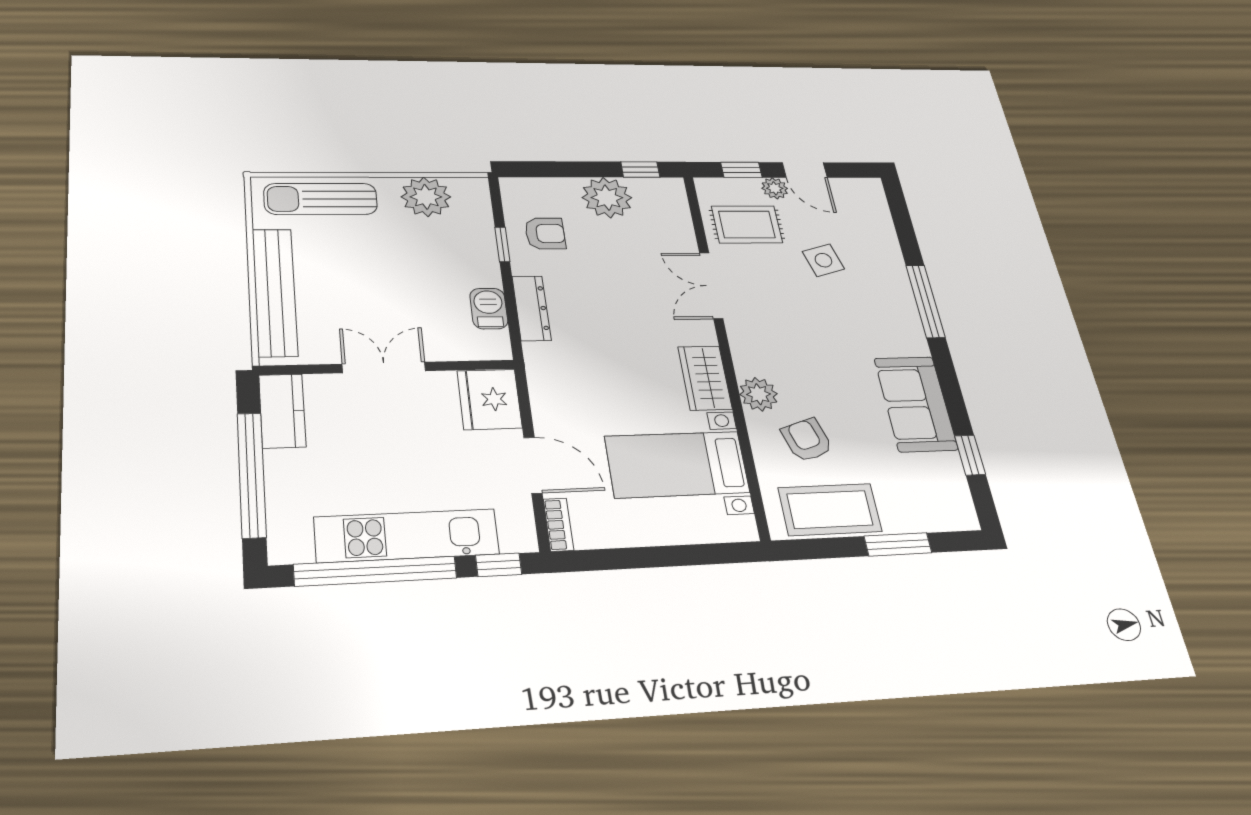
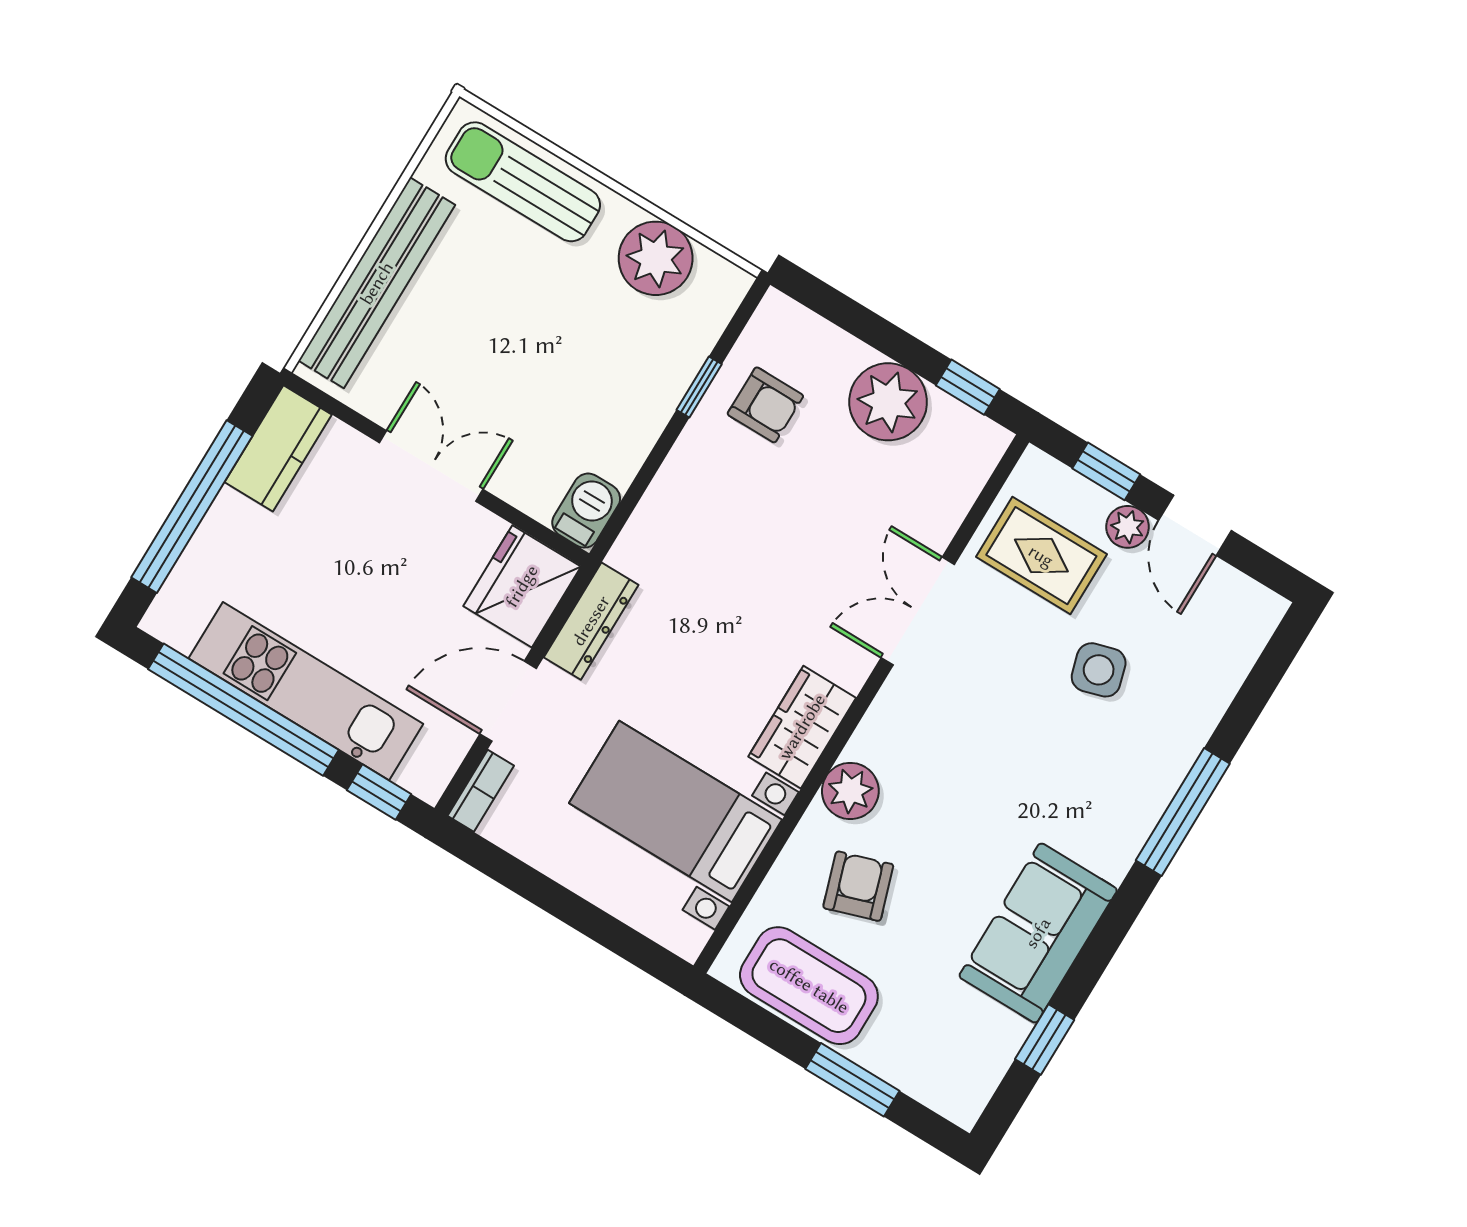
dresser: (532, 308) -> (591, 621), moved
barbecue: (489, 309) -> (586, 511), moved
door: (533, 465) -> (508, 701), swing flipped

